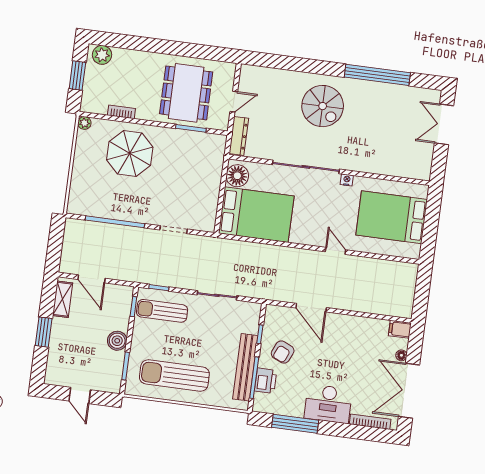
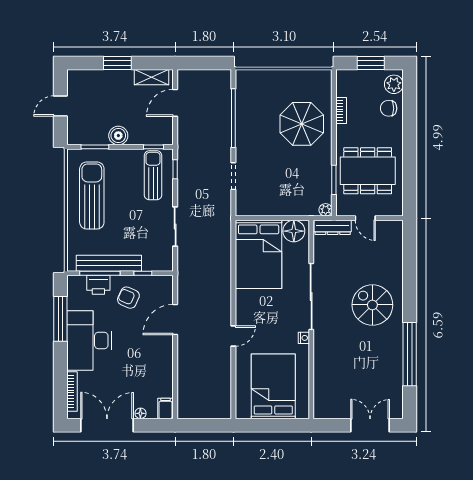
chair: (126, 63) -> (389, 108), added
spiral stairs: (323, 106) -> (372, 305), turned 90
plant: (84, 123) -> (326, 210), moved
desk: (328, 404) -> (89, 340), width x1.36, depth x1.30

